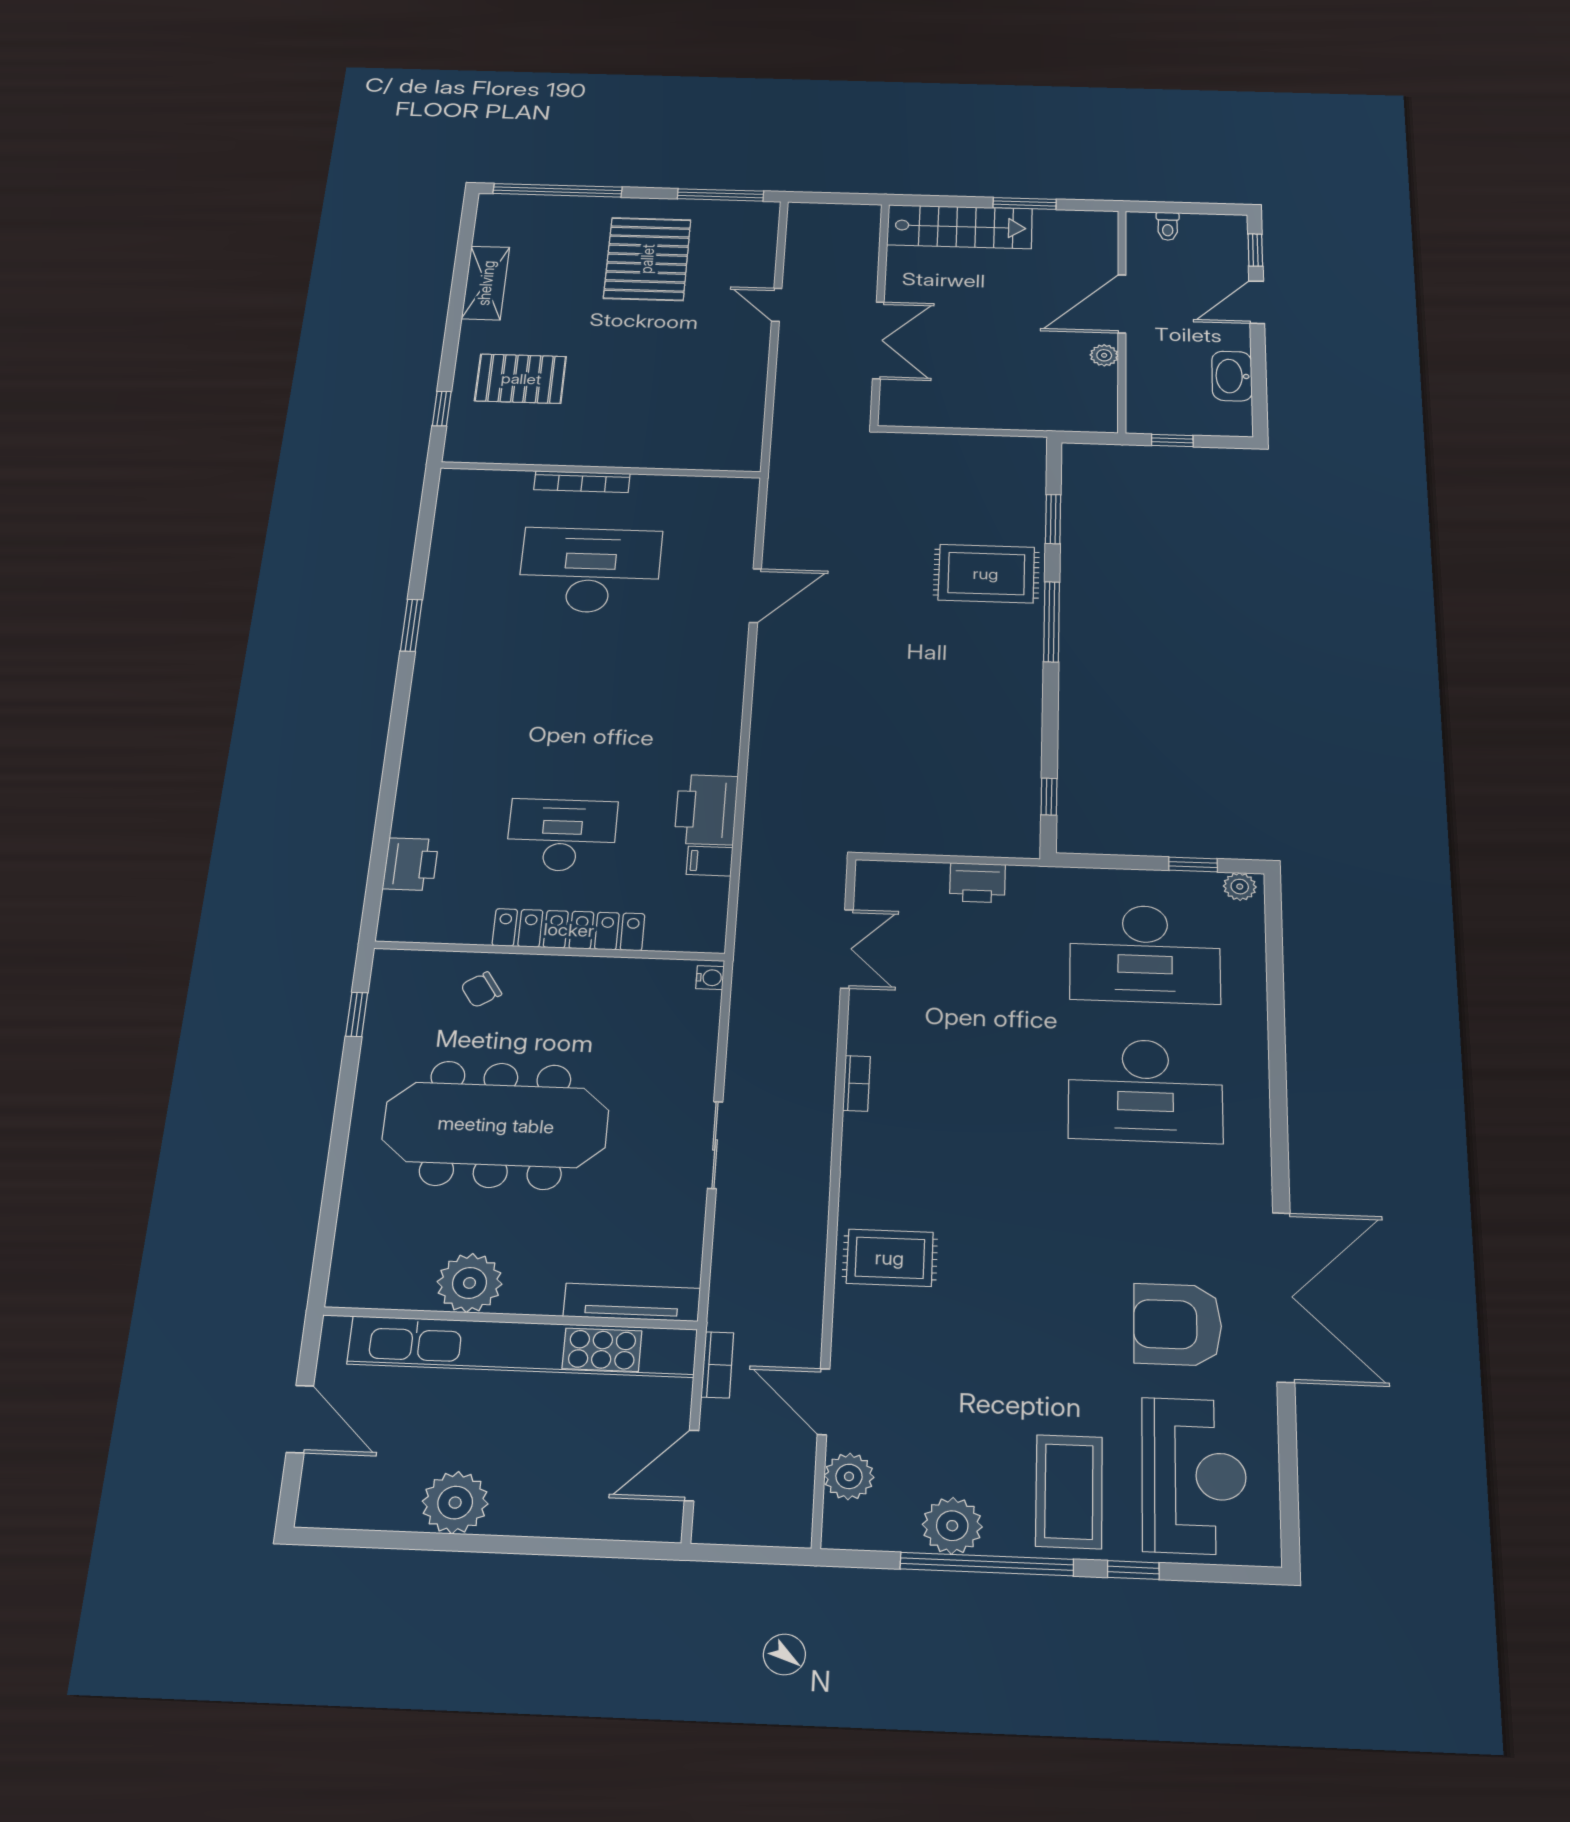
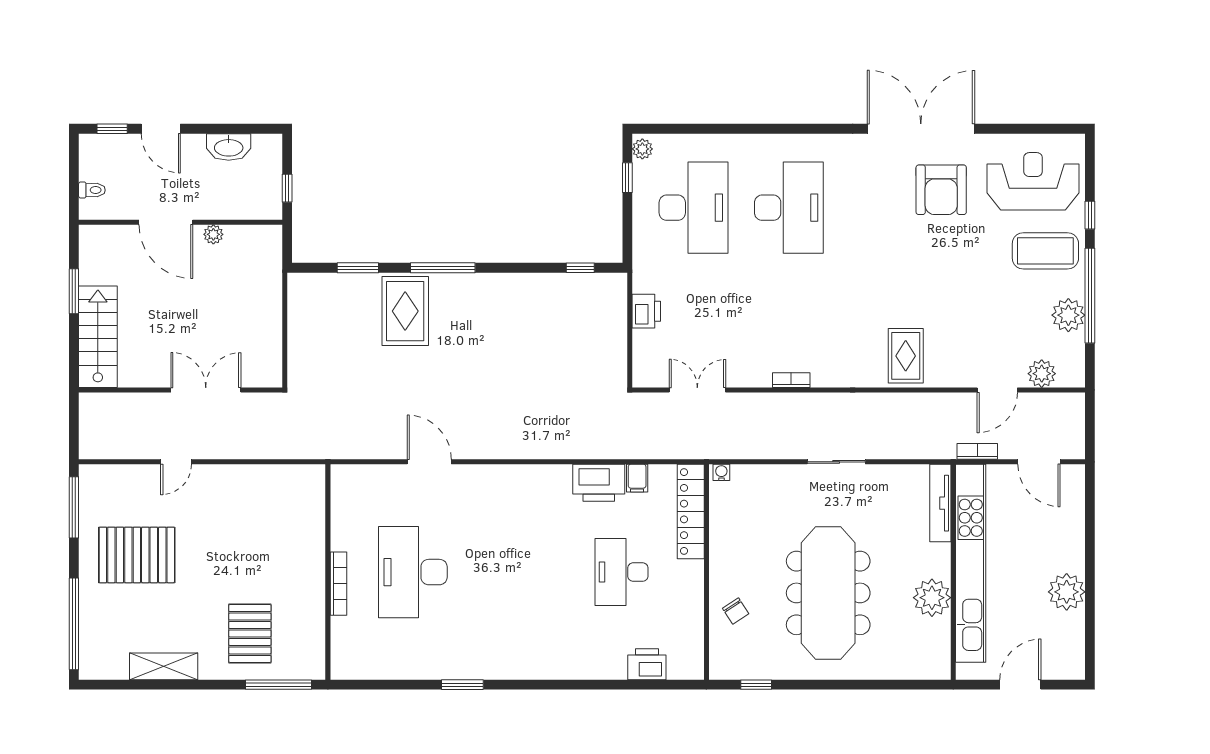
window: (442, 409) -> (279, 685), width x2.17
locker: (569, 930) -> (691, 512), moved

